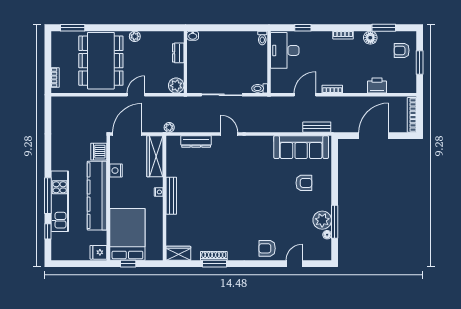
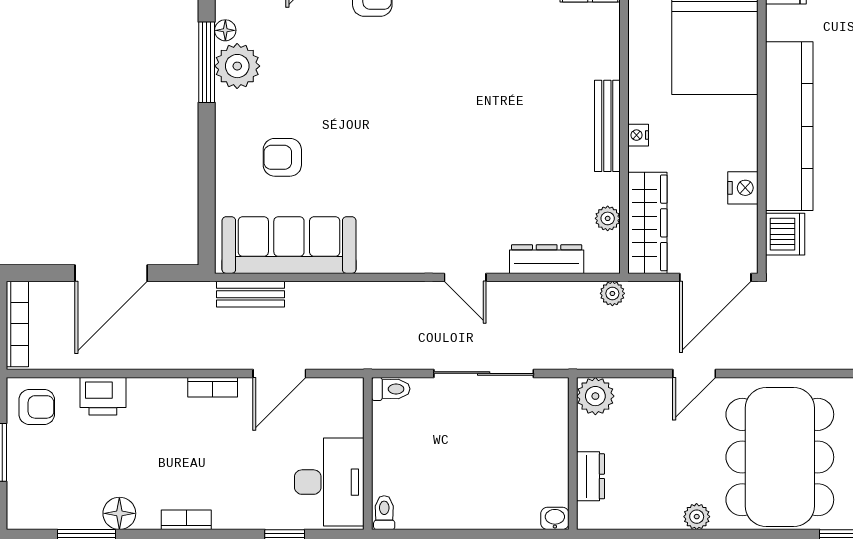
armchair: (402, 50) -> (37, 407), moved
plant: (171, 158) -> (608, 218), added

